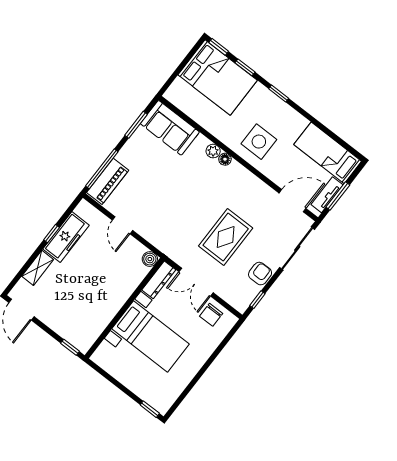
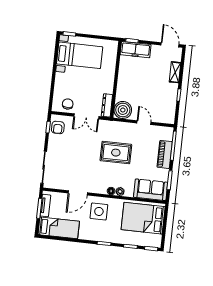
bed: (218, 78) -> (143, 218), moved
piano: (108, 181) -> (165, 154), moved
door: (293, 201) -> (78, 193), moved
freezer: (66, 237) -> (136, 50), moved, turned -90
rug: (226, 237) -> (116, 153), moved, turned 90
boiler: (150, 259) -> (123, 110), width x1.86, depth x1.86
armchair: (260, 274) -> (58, 127), moved
double door: (196, 282) -> (86, 116), swing flipped
bed with nightstands: (151, 336) -> (80, 55), moved, turned 180

